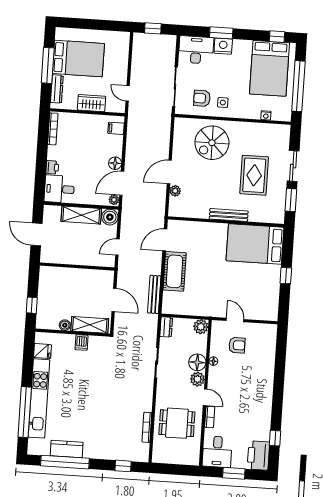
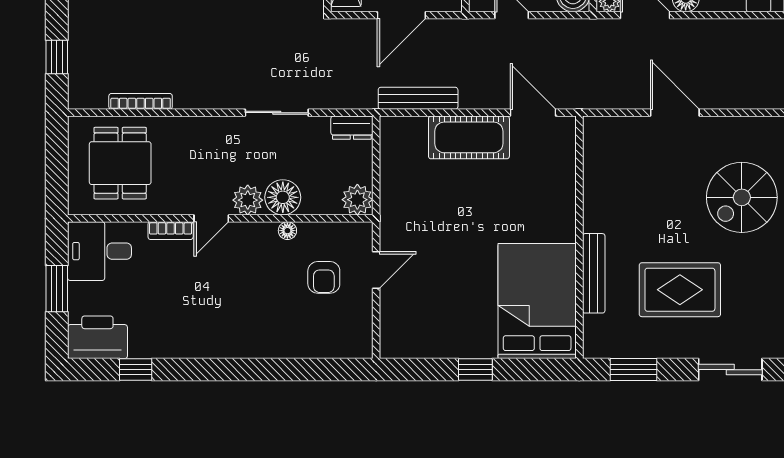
spiral stairs: (212, 143) -> (742, 197), turned -90
sliding door: (293, 166) -> (730, 370), moved
plant: (175, 191) -> (637, 128), removed
bench: (229, 215) -> (594, 273), moved
dining table: (177, 423) -> (120, 163), moved

